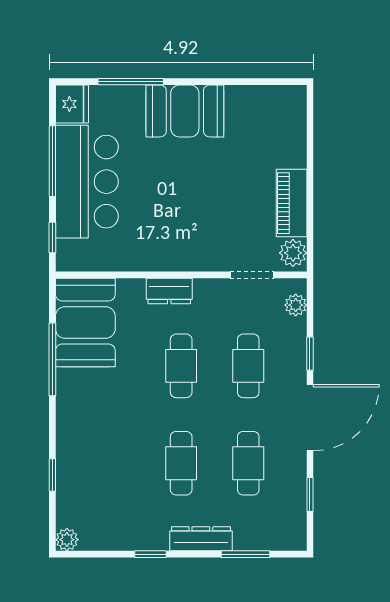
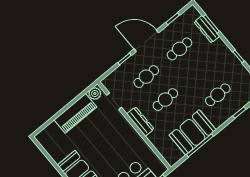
piano: (292, 203) -> (75, 113), width x1.37, depth x1.33
dresser: (169, 291) -> (140, 121), width x1.44
plant: (296, 305) -> (112, 78), removed
booth: (85, 323) -> (193, 132), moved
cafe table: (181, 463) -> (218, 95), moved
dresser: (201, 539) -> (207, 29), moved

